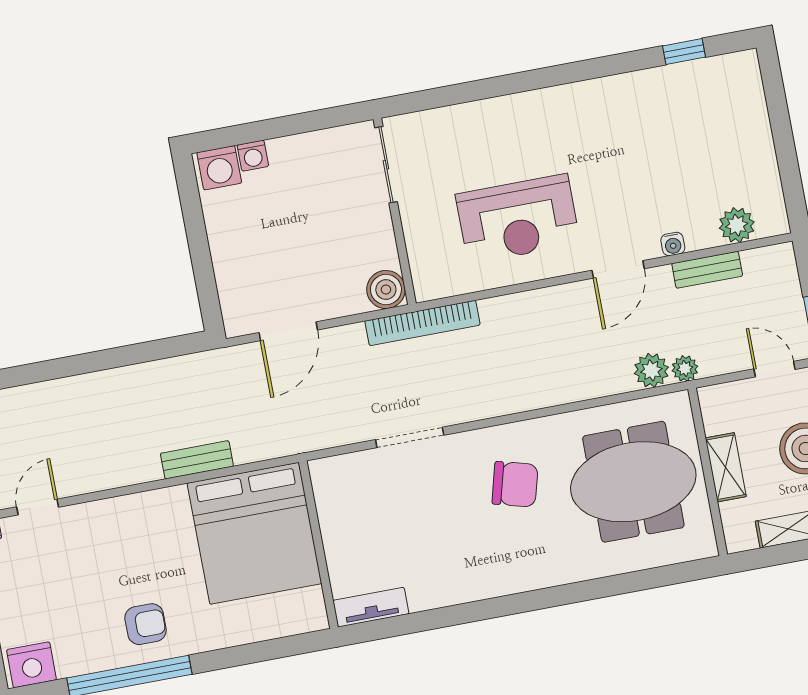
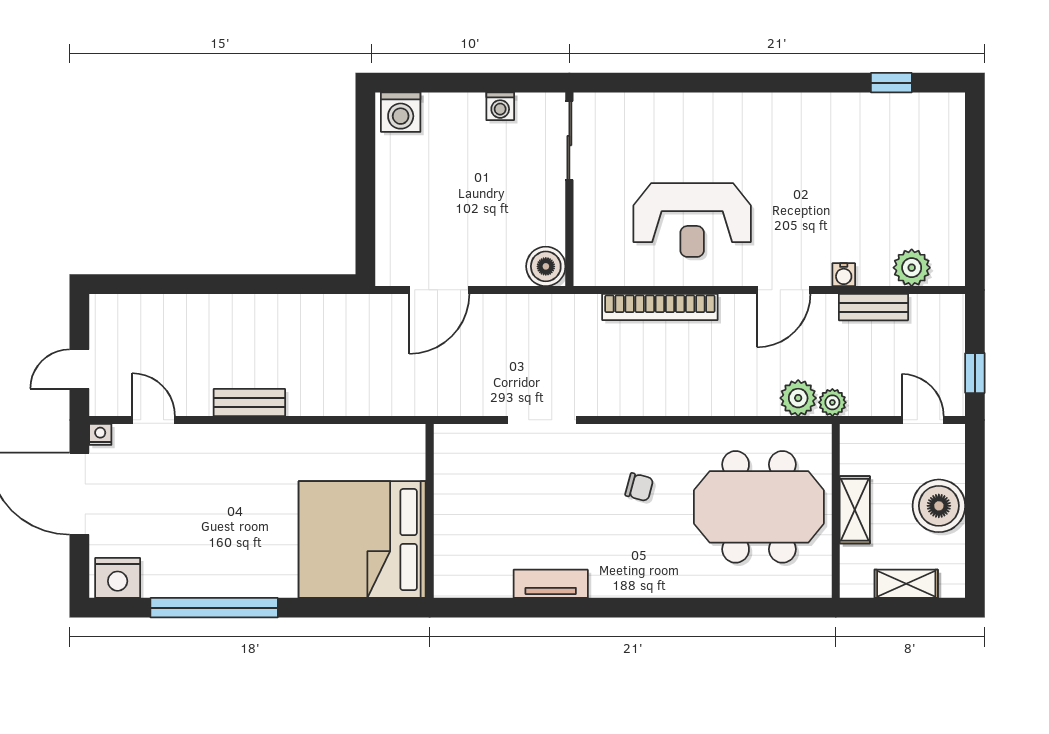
washing machine: (253, 156) -> (500, 106), moved
bookcase: (422, 323) -> (660, 307), moved
bench: (197, 460) -> (249, 402), moved
chair: (515, 484) -> (639, 487), width x0.54, depth x0.54
door: (38, 507) -> (154, 420), hinge flipped
bed: (255, 533) -> (362, 540), moved, turned 90
tv unit: (371, 607) -> (551, 584), moved
armchair: (146, 624) -> (240, 558), removed

